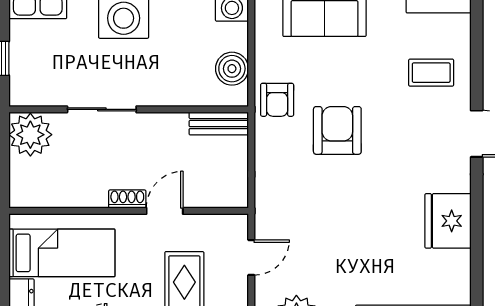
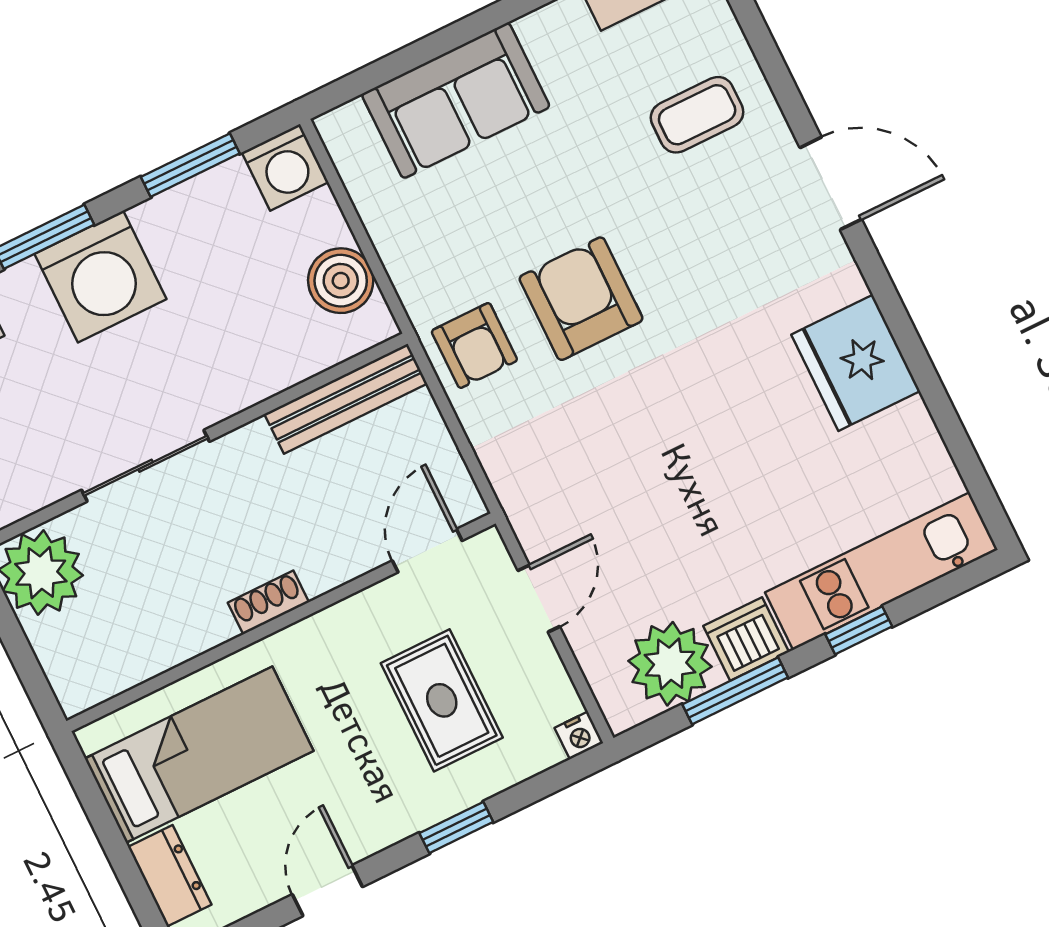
armchair: (277, 100) -> (474, 346), moved
bench: (219, 124) -> (346, 399), width x1.36
door: (165, 211) -> (427, 551), moved

